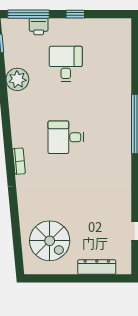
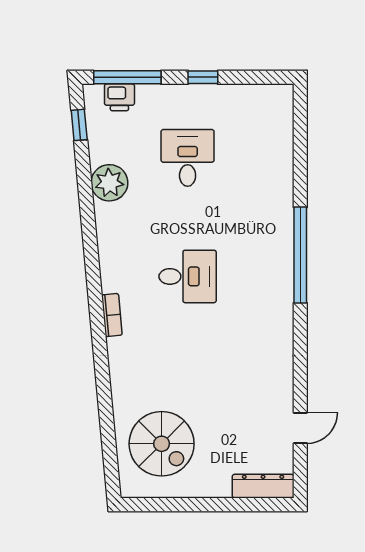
printer: (39, 26) -> (119, 97), moved
desk: (66, 137) -> (188, 276), turned 180
dresser: (97, 267) -> (263, 486), moved

